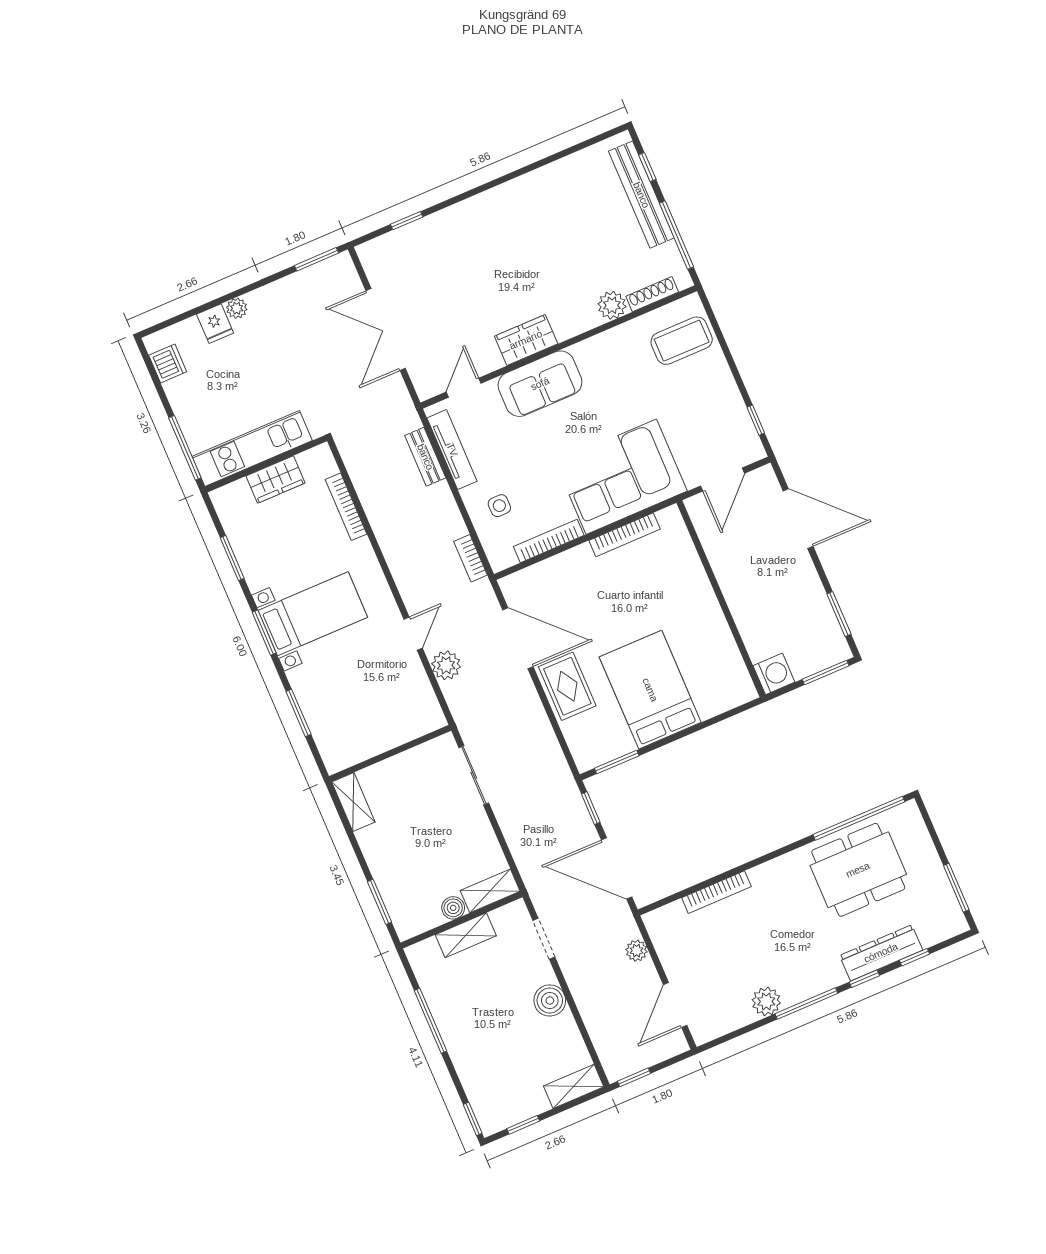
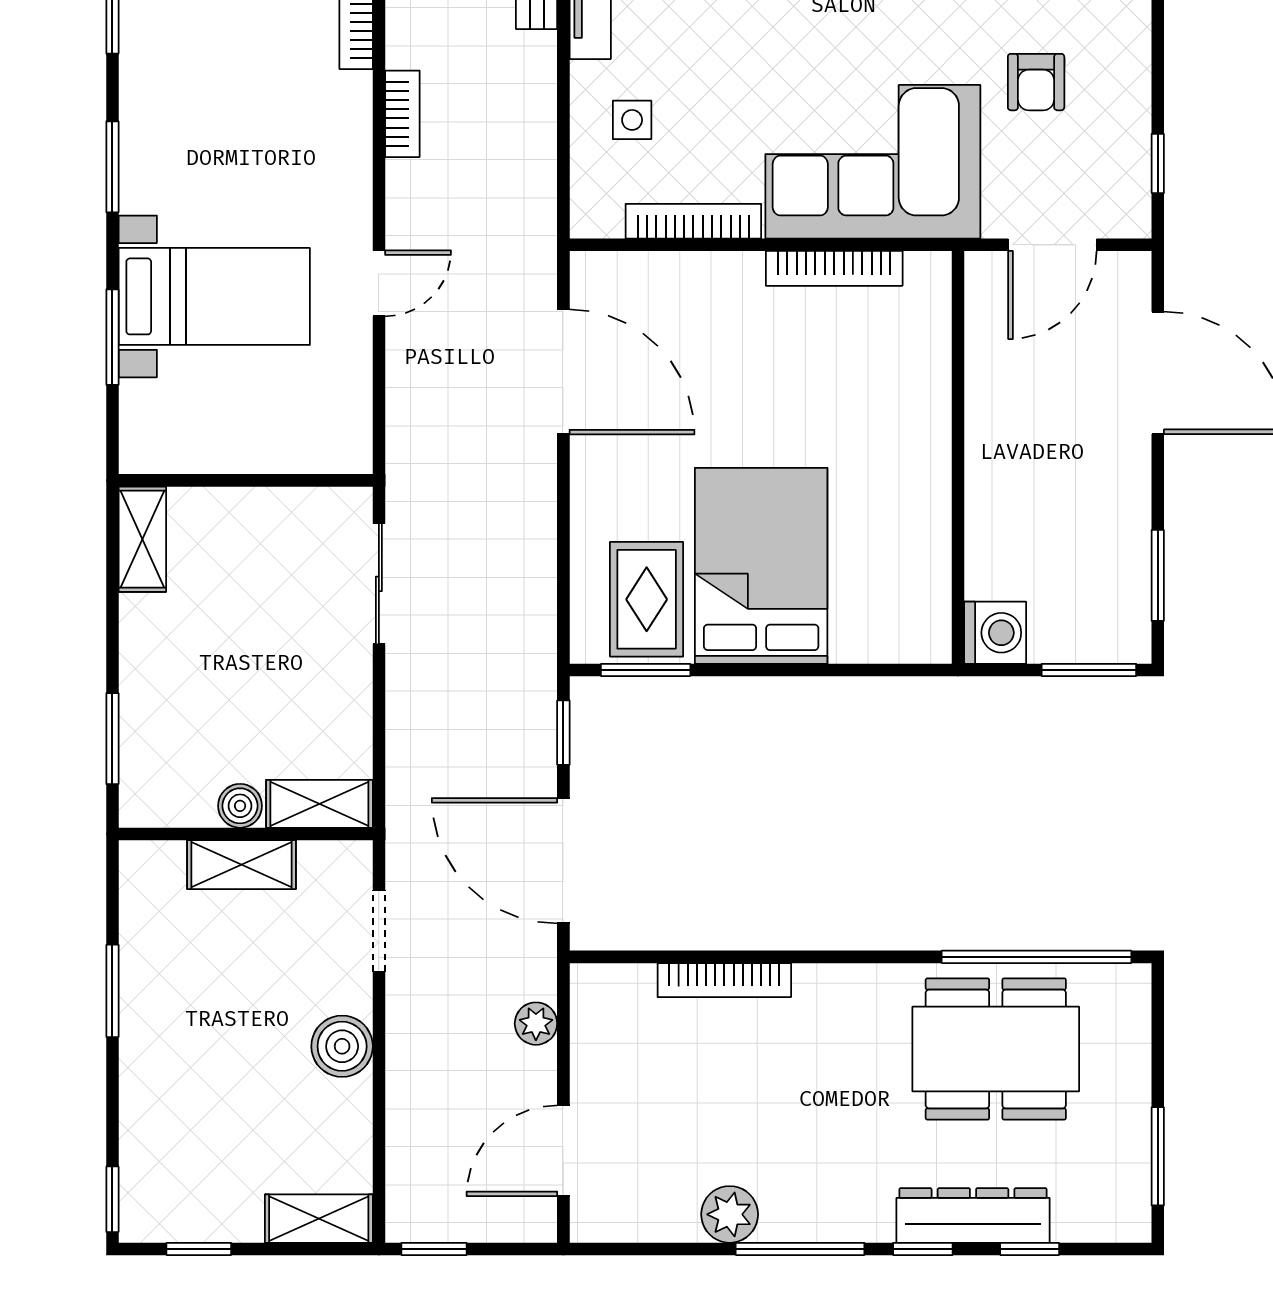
armchair: (682, 406) -> (1036, 82), added
bookcase: (471, 558) -> (402, 114), moved, turned 180
bed with nightstands: (313, 614) -> (214, 296), moved
plant: (446, 665) -> (414, 365), removed
rug: (567, 686) -> (647, 599), moved
window: (430, 1021) -> (112, 991), width x0.69

